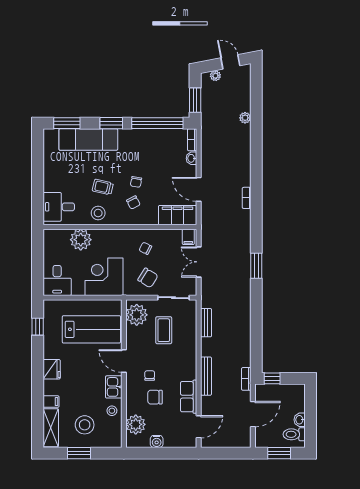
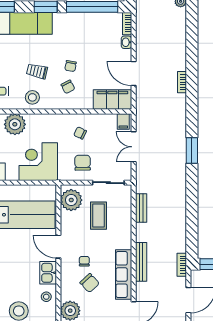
chair: (148, 278) -> (83, 163), turned -123
chair: (155, 397) -> (90, 283), turned -133
row of seats: (189, 397) -> (124, 275), width x1.48

